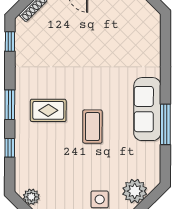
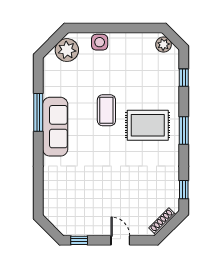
rug: (48, 110) -> (148, 125), width x1.36, depth x1.43
window: (10, 148) -> (184, 78), moved

